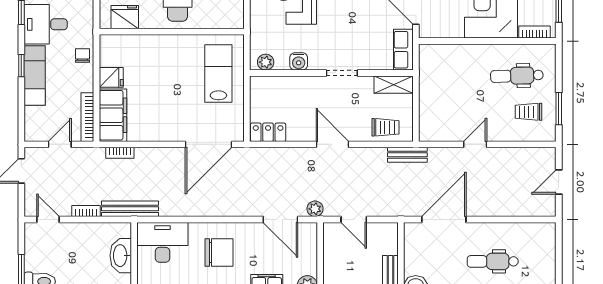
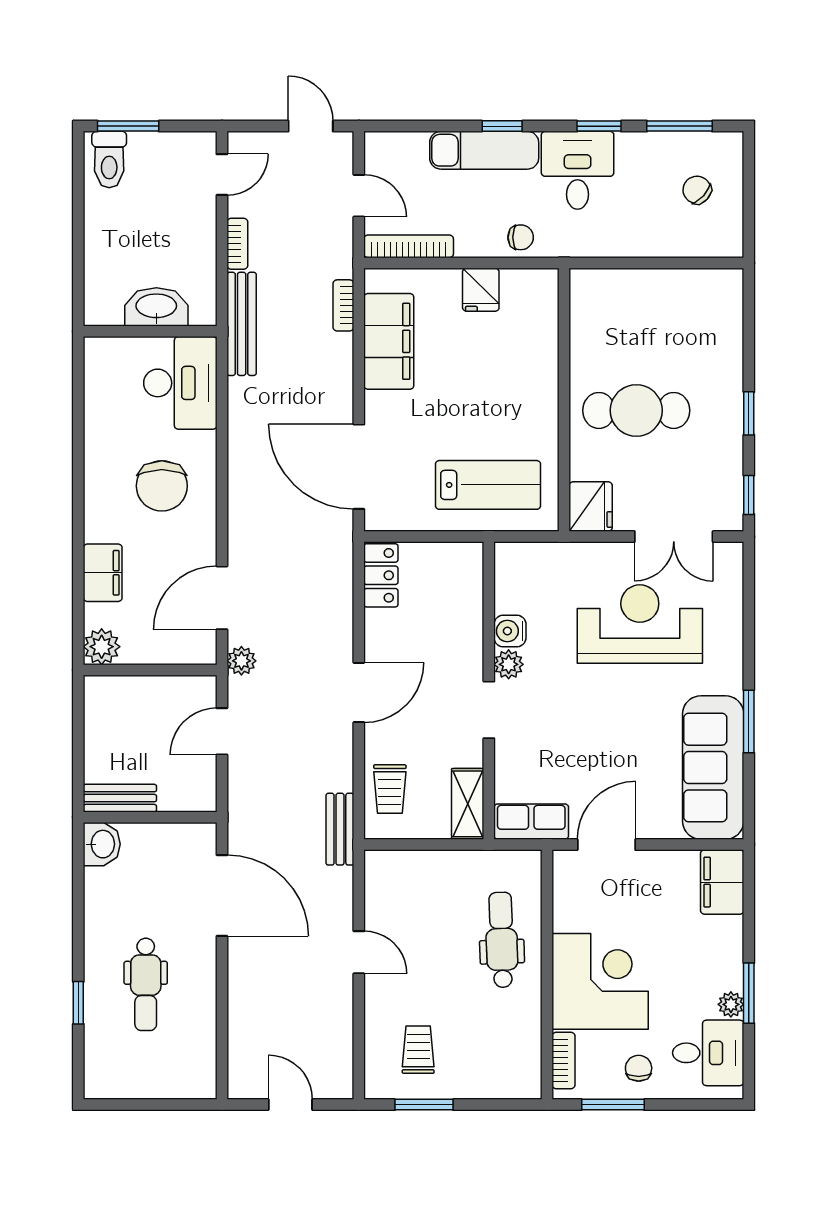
fridge: (125, 17) -> (591, 507), moved
plant: (266, 62) -> (509, 664), moved
dental chair: (517, 76) -> (502, 940), moved
filing cabinet: (113, 115) -> (389, 341), moved, turned -90
dental chair: (493, 261) -> (146, 984), turned 180

